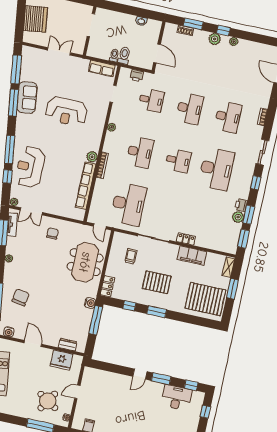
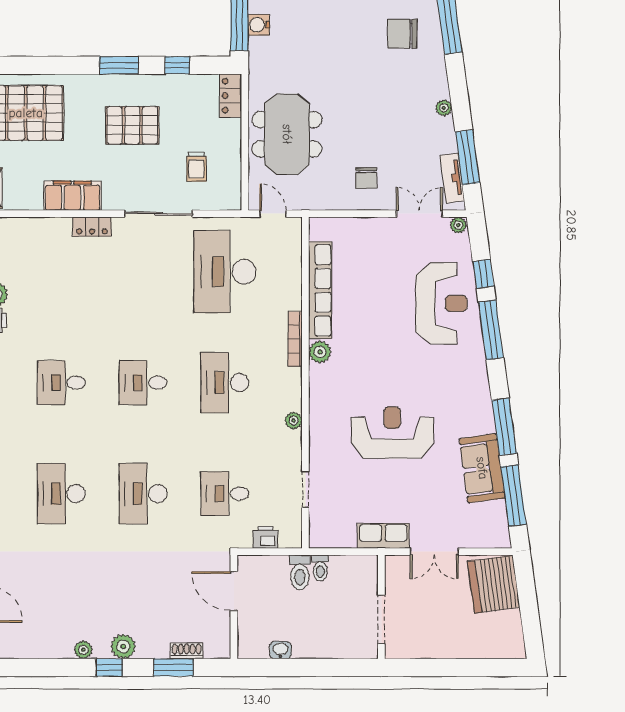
server rack: (35, 19) -> (494, 584), moved
row of seats: (102, 68) -> (383, 536), moved
sofa: (27, 97) -> (482, 468), moved
desk: (216, 169) -> (61, 383), width x0.53, depth x0.77
chair: (21, 297) -> (402, 34), turned 80
water cooler: (90, 303) -> (259, 25), moved

